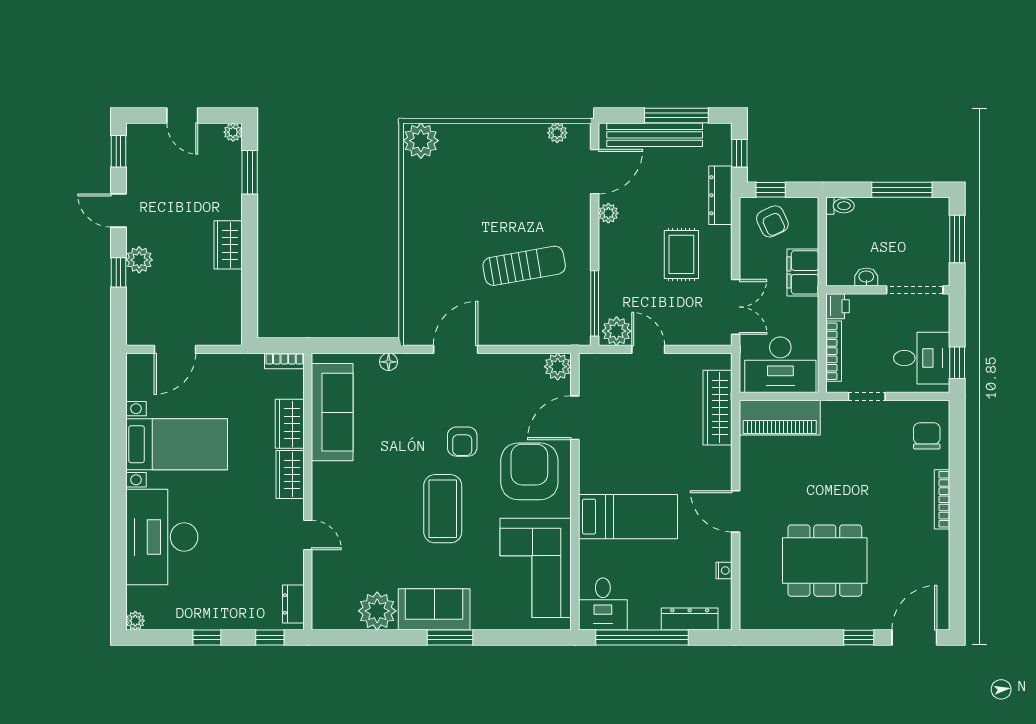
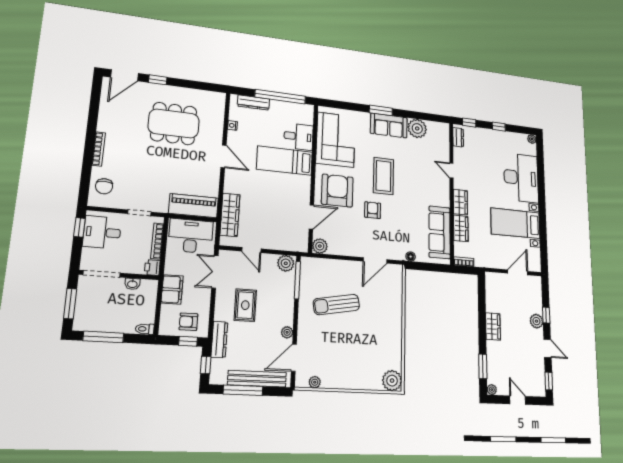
armchair: (772, 221) -> (188, 322), turned -65
door: (648, 349) -> (251, 250), moved
armchair: (529, 471) -> (337, 191), turned 180
desk: (603, 604) -> (299, 137), moved, turned 90

